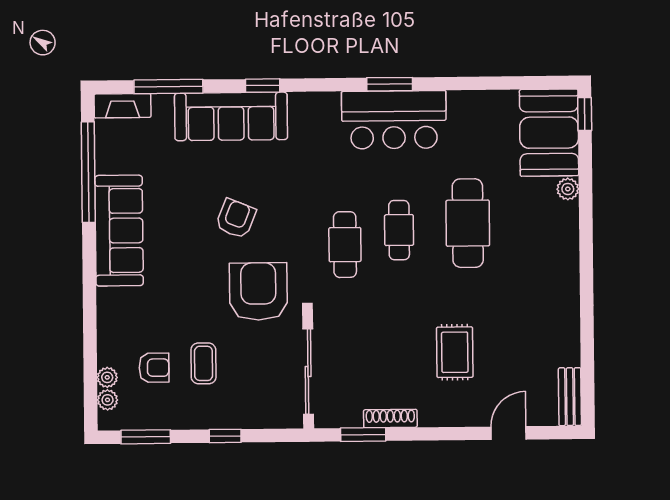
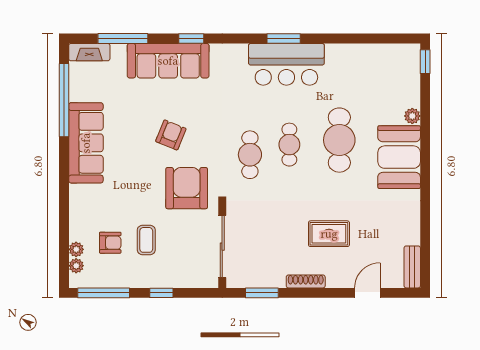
booth: (549, 133) -> (399, 157), moved
rug: (455, 352) -> (329, 234), turned 90
shoe rack: (390, 419) -> (306, 281), moved
window: (146, 437) -> (104, 293), width x1.44

